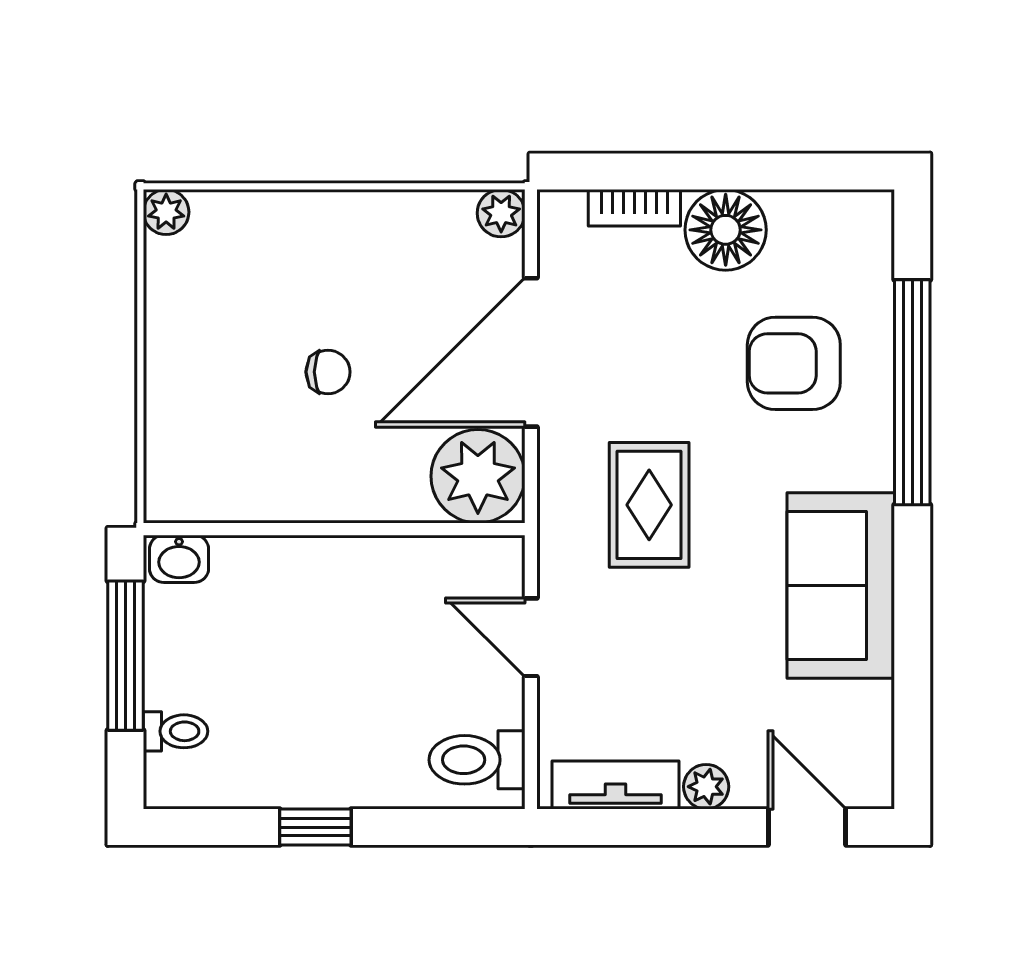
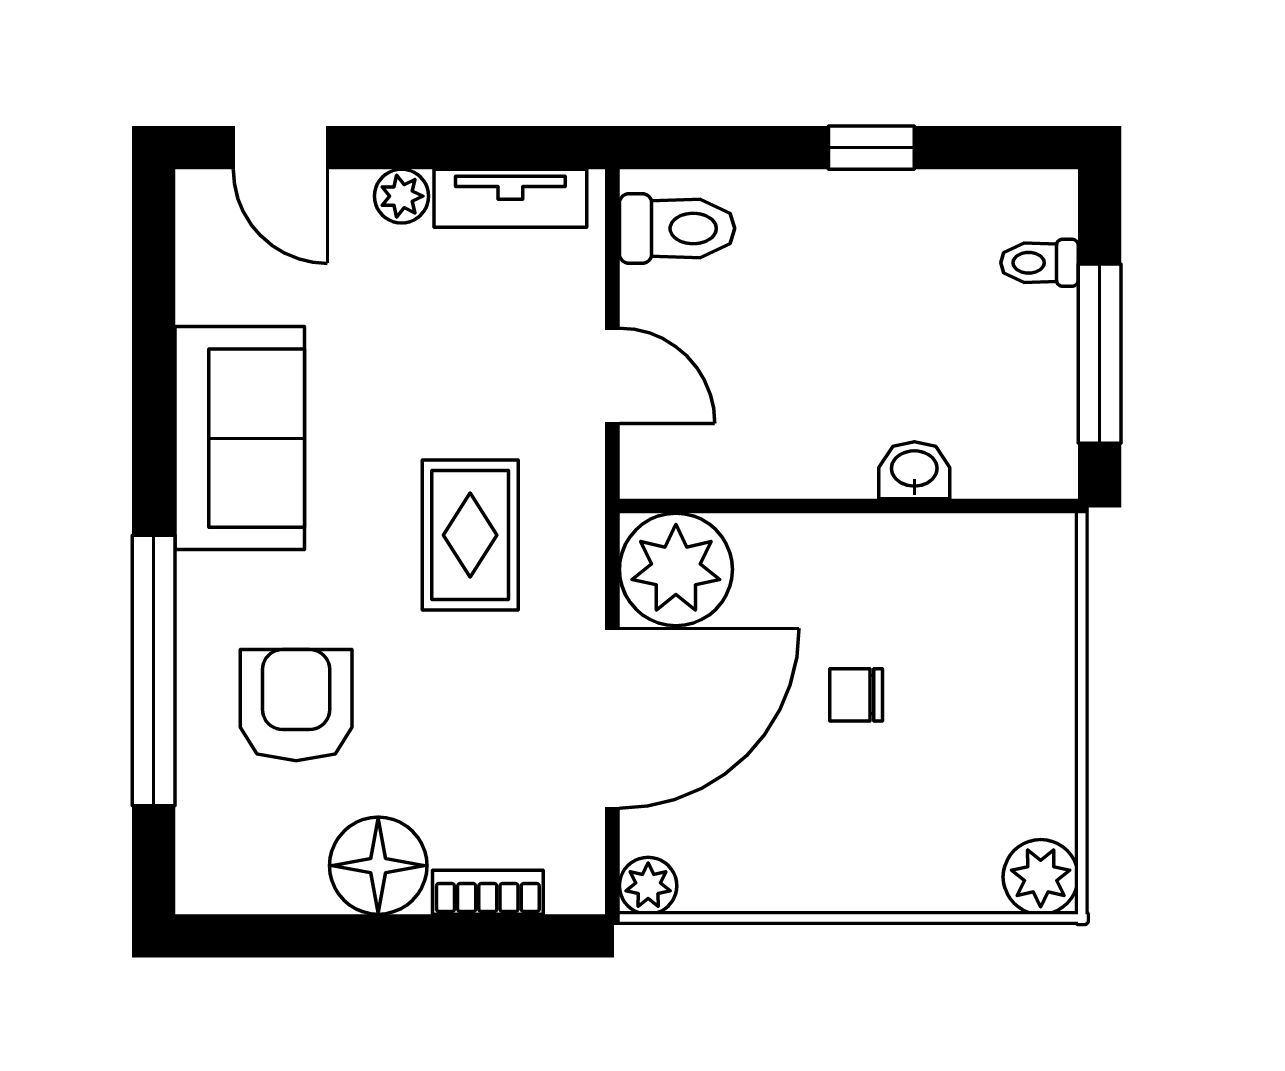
plant: (166, 212) -> (1041, 877), width x1.38, depth x1.38
armchair: (794, 363) -> (296, 705), turned -90
washbasin: (179, 559) -> (914, 470), moved

